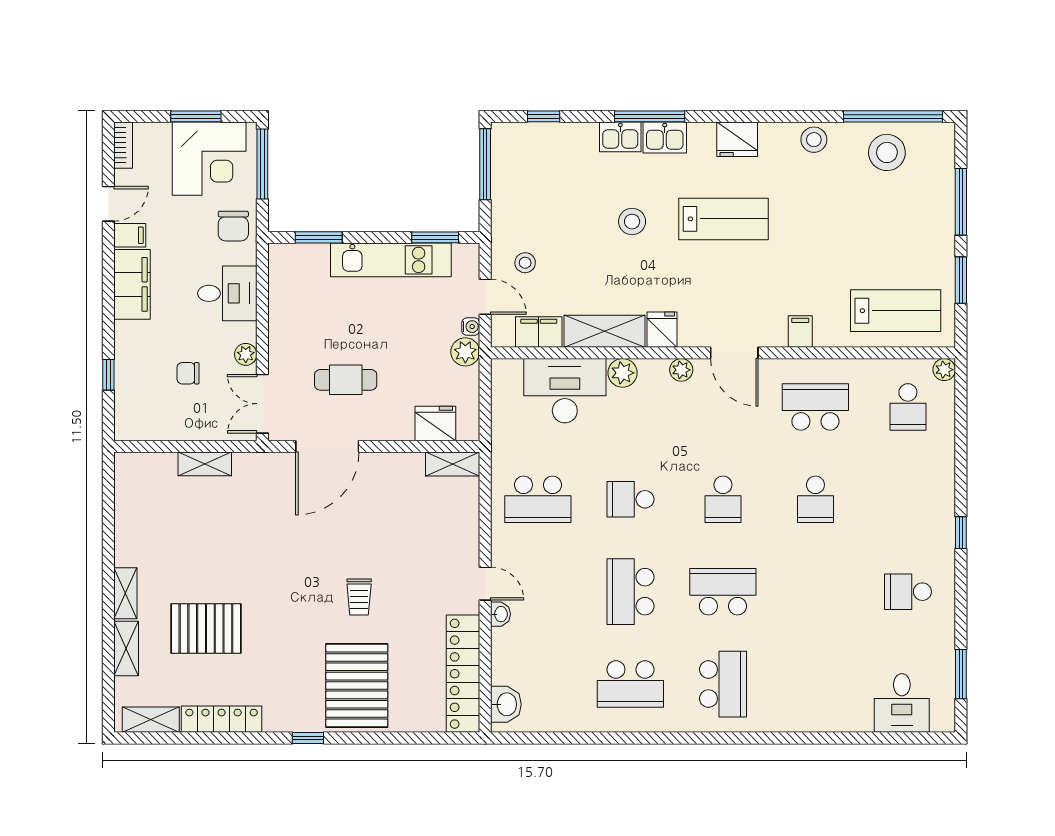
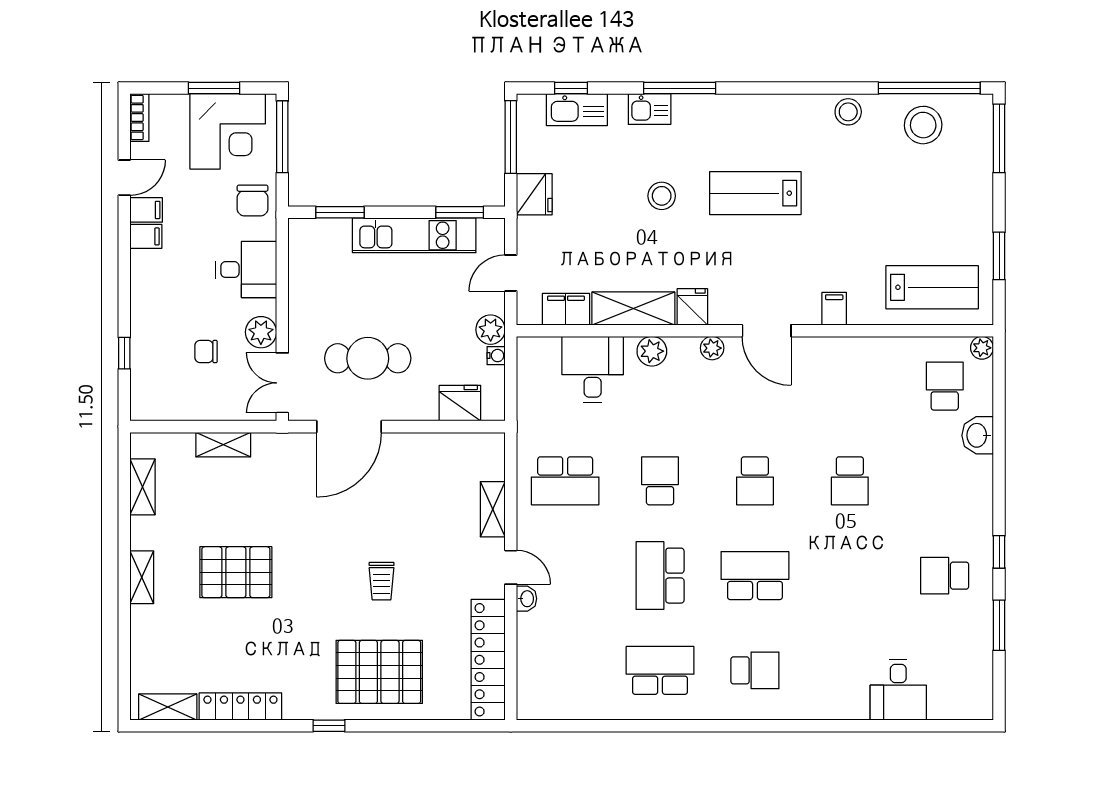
kitchen sink: (665, 138) -> (577, 110), moved, width x1.38
fridge: (737, 139) -> (534, 194), moved, turned -90
window: (961, 202) -> (999, 138), moved
lab bench: (723, 219) -> (755, 193), turned 180
stool: (525, 263) -> (552, 238), removed
filing cabinet: (132, 284) -> (146, 236), width x0.33, depth x0.86
door: (485, 297) -> (511, 273), swing flipped
water cooler: (471, 327) -> (496, 356), moved
plant: (246, 354) -> (261, 332), width x1.38, depth x1.38
cafe table: (346, 380) -> (368, 358), width x1.37, depth x1.35
desk: (565, 391) -> (593, 369), width x0.73
school desk: (815, 407) -> (850, 386), removed
school desk: (908, 407) -> (945, 386), turned 180
shelving: (453, 464) -> (493, 509), moved, turned 90
school desk: (630, 499) -> (660, 481), turned 90
window: (961, 533) -> (999, 552), moved
pallet: (206, 629) -> (236, 572), moved
shelving: (126, 648) -> (142, 487), moved
window: (961, 674) -> (999, 625), moved
school desk: (630, 684) -> (660, 670), turned 180
school desk: (723, 684) -> (755, 670), width x0.54
pallet: (357, 686) -> (379, 672), turned 90
desk: (902, 703) -> (898, 690), moved
washbasin: (506, 704) -> (978, 435), moved, turned 180

